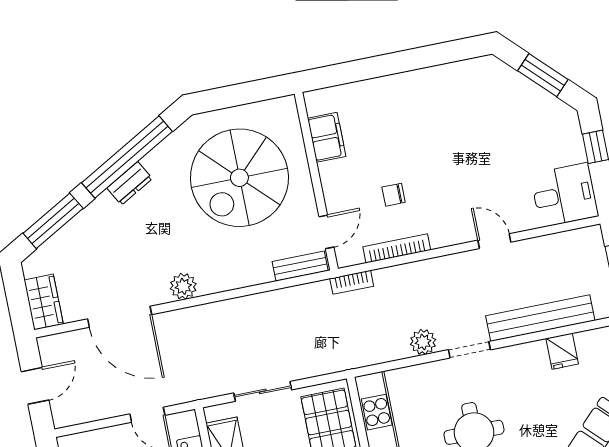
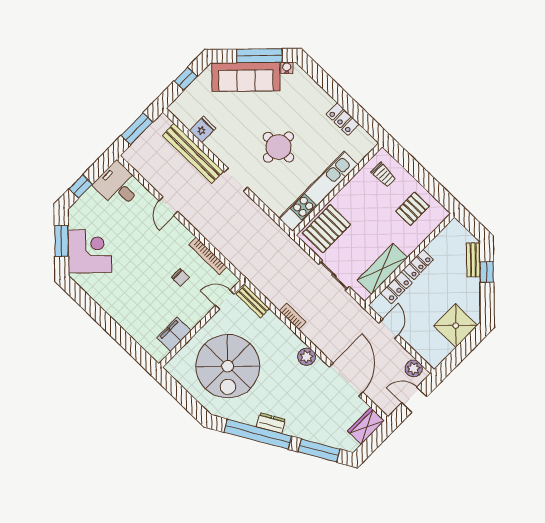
corner desk: (505, 102) -> (90, 251), added
spiral stairs: (239, 178) -> (228, 366), turned 90
bookcase: (352, 282) -> (293, 316), moved
plant: (423, 342) -> (414, 369), moved

